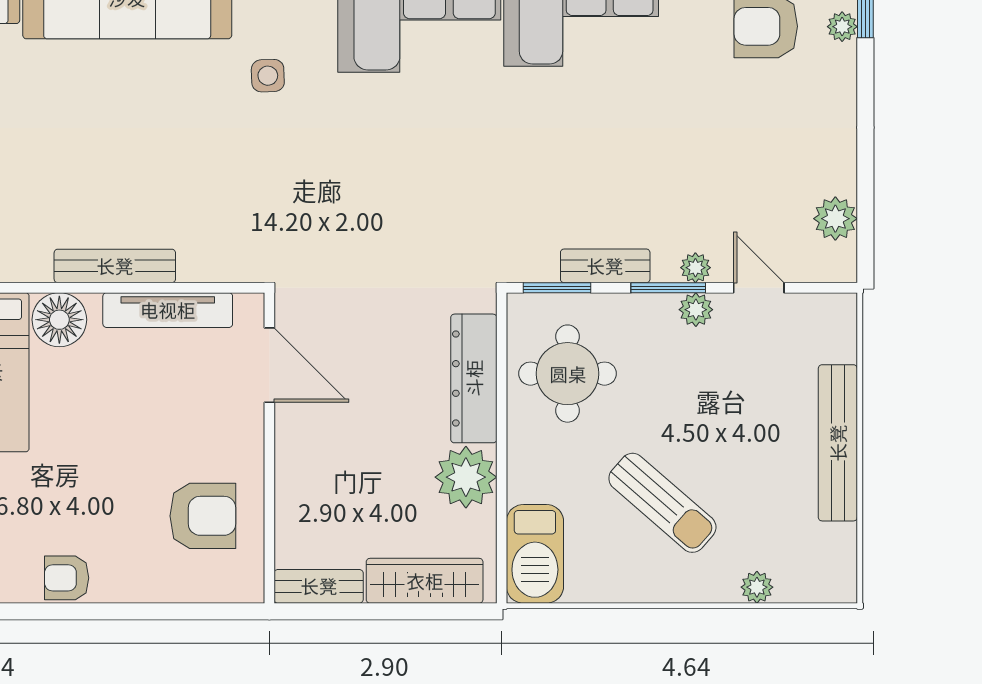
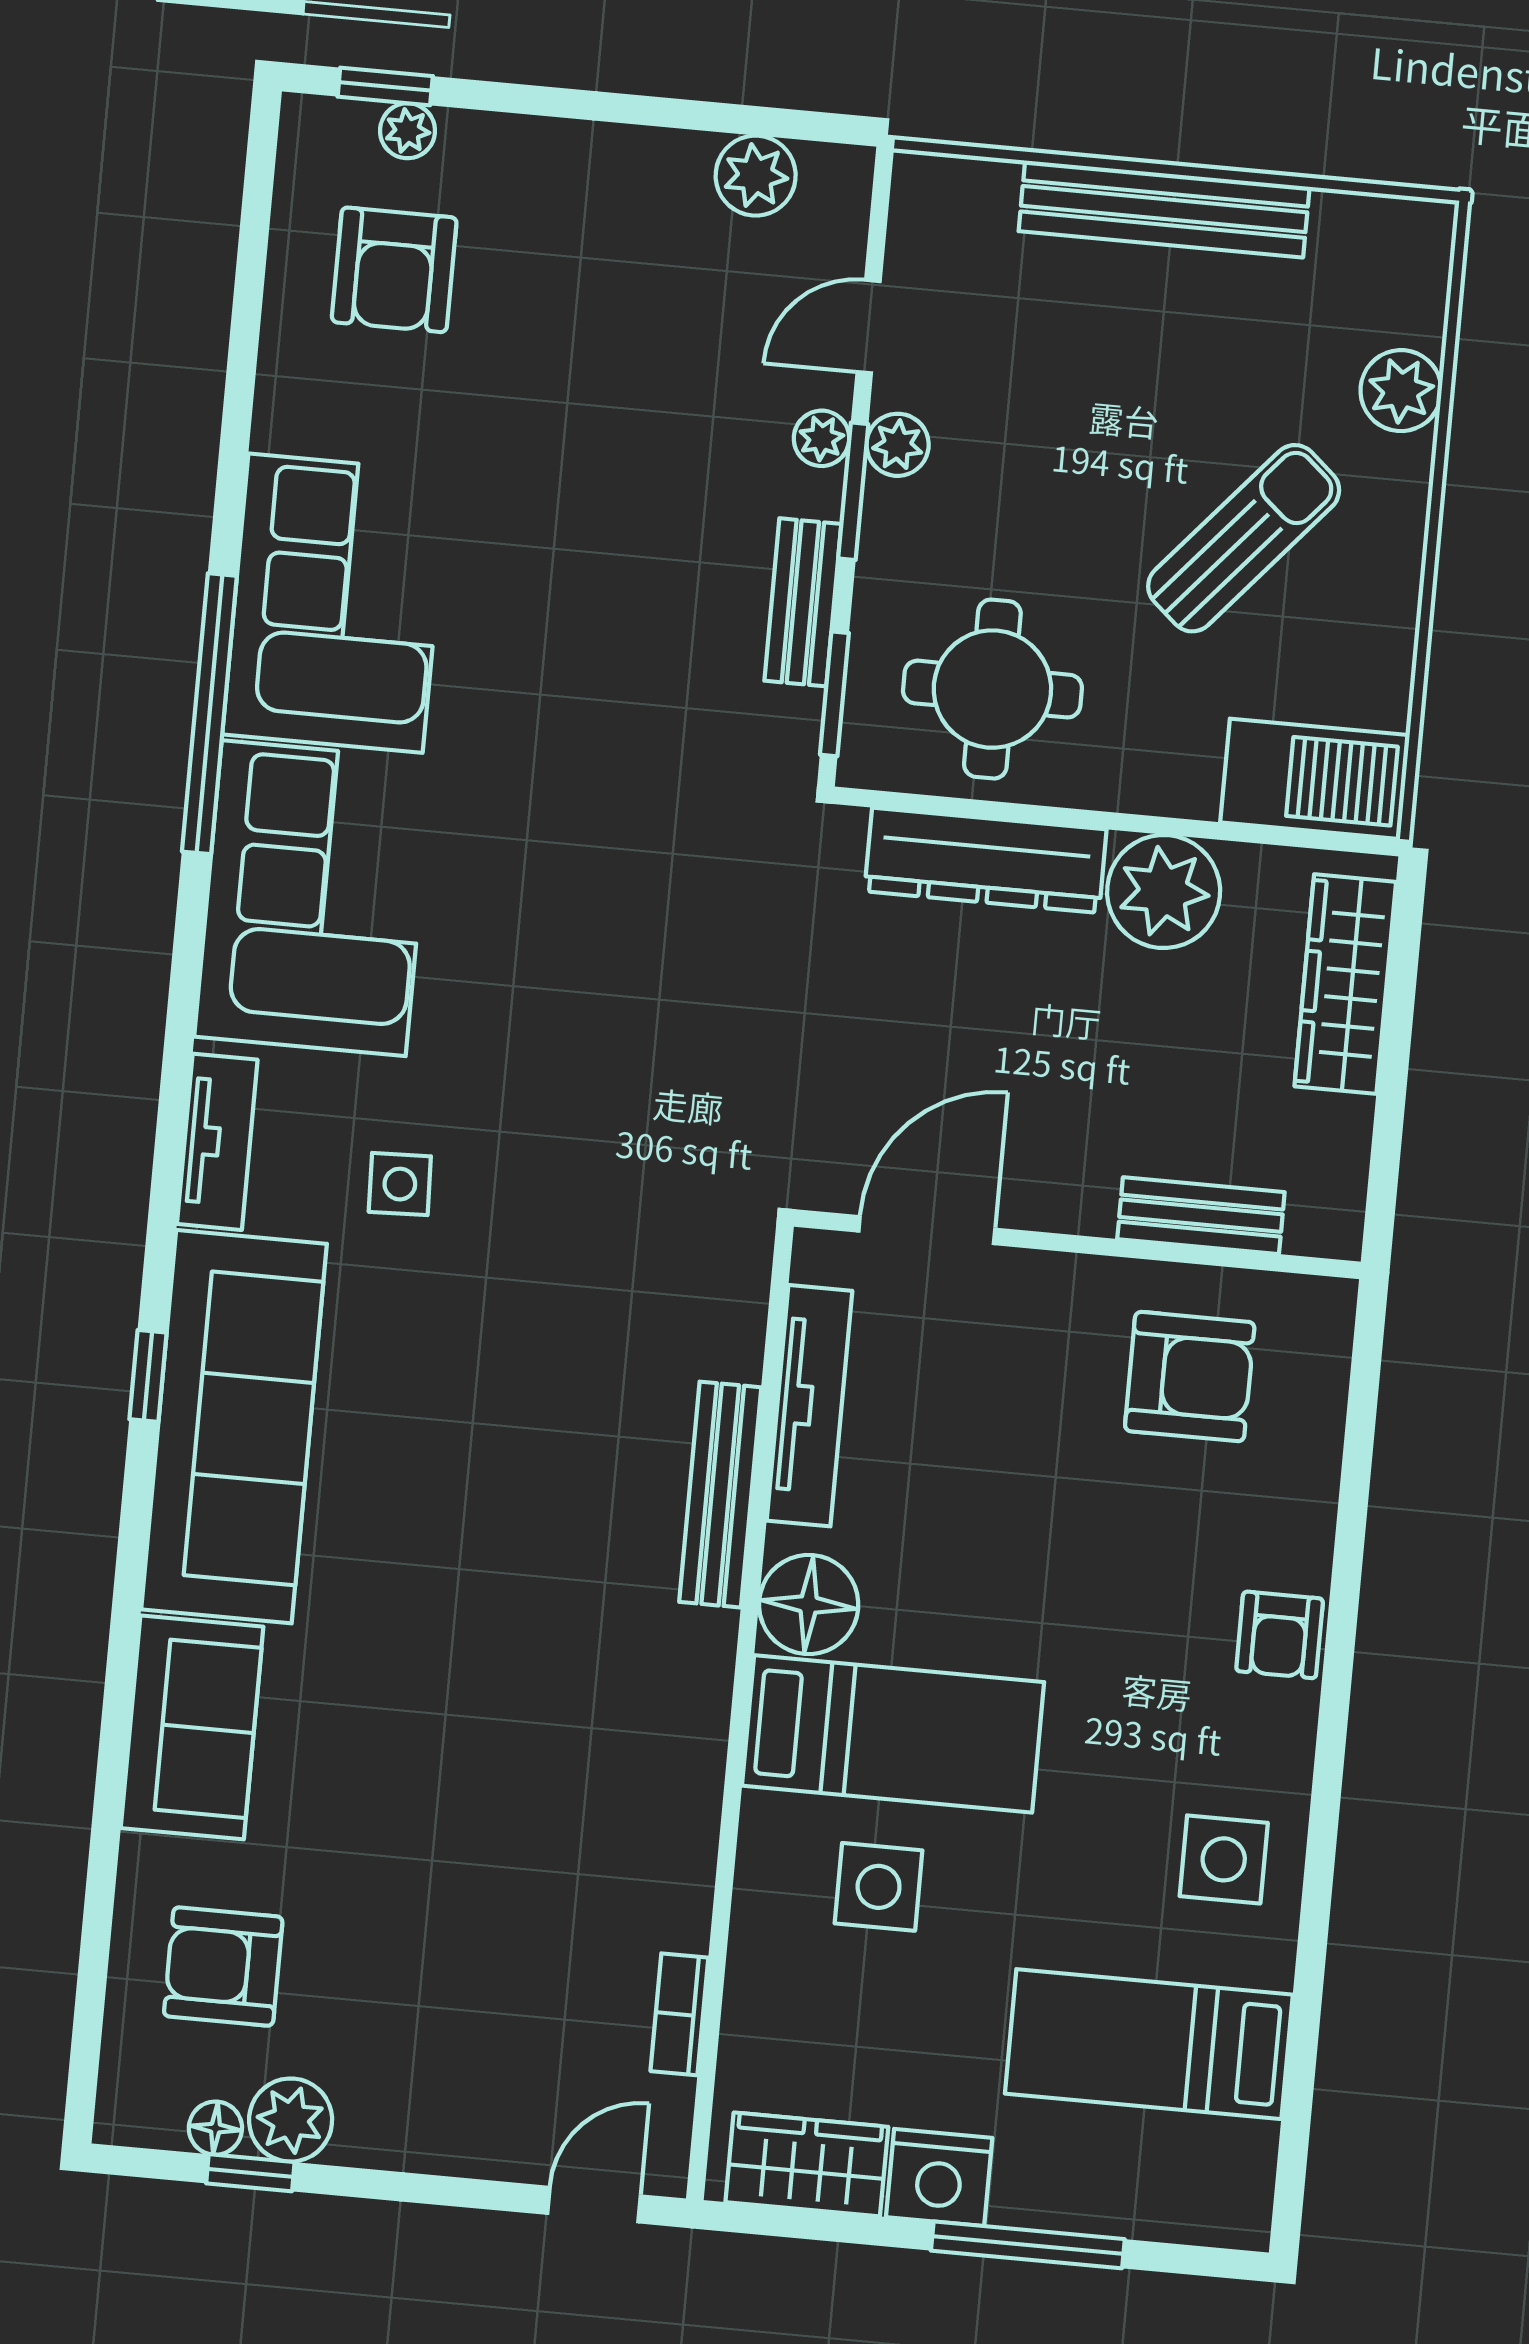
armchair: (203, 516) -> (1190, 1377), turned 90
bench: (319, 586) -> (1201, 1216), moved, turned 90
plant: (757, 587) -> (1401, 391), width x1.38, depth x1.38

